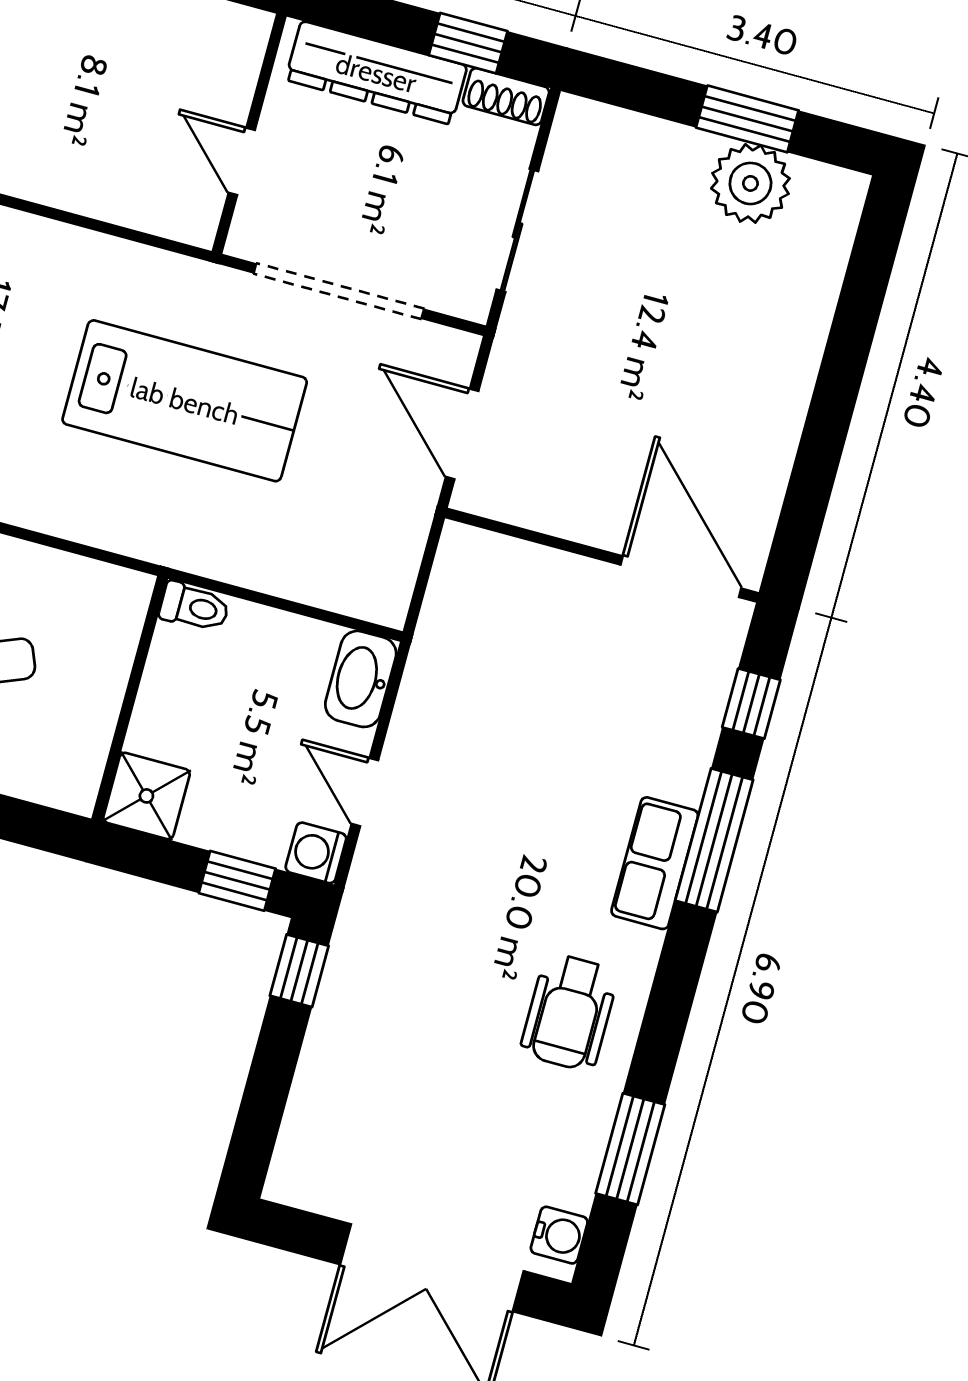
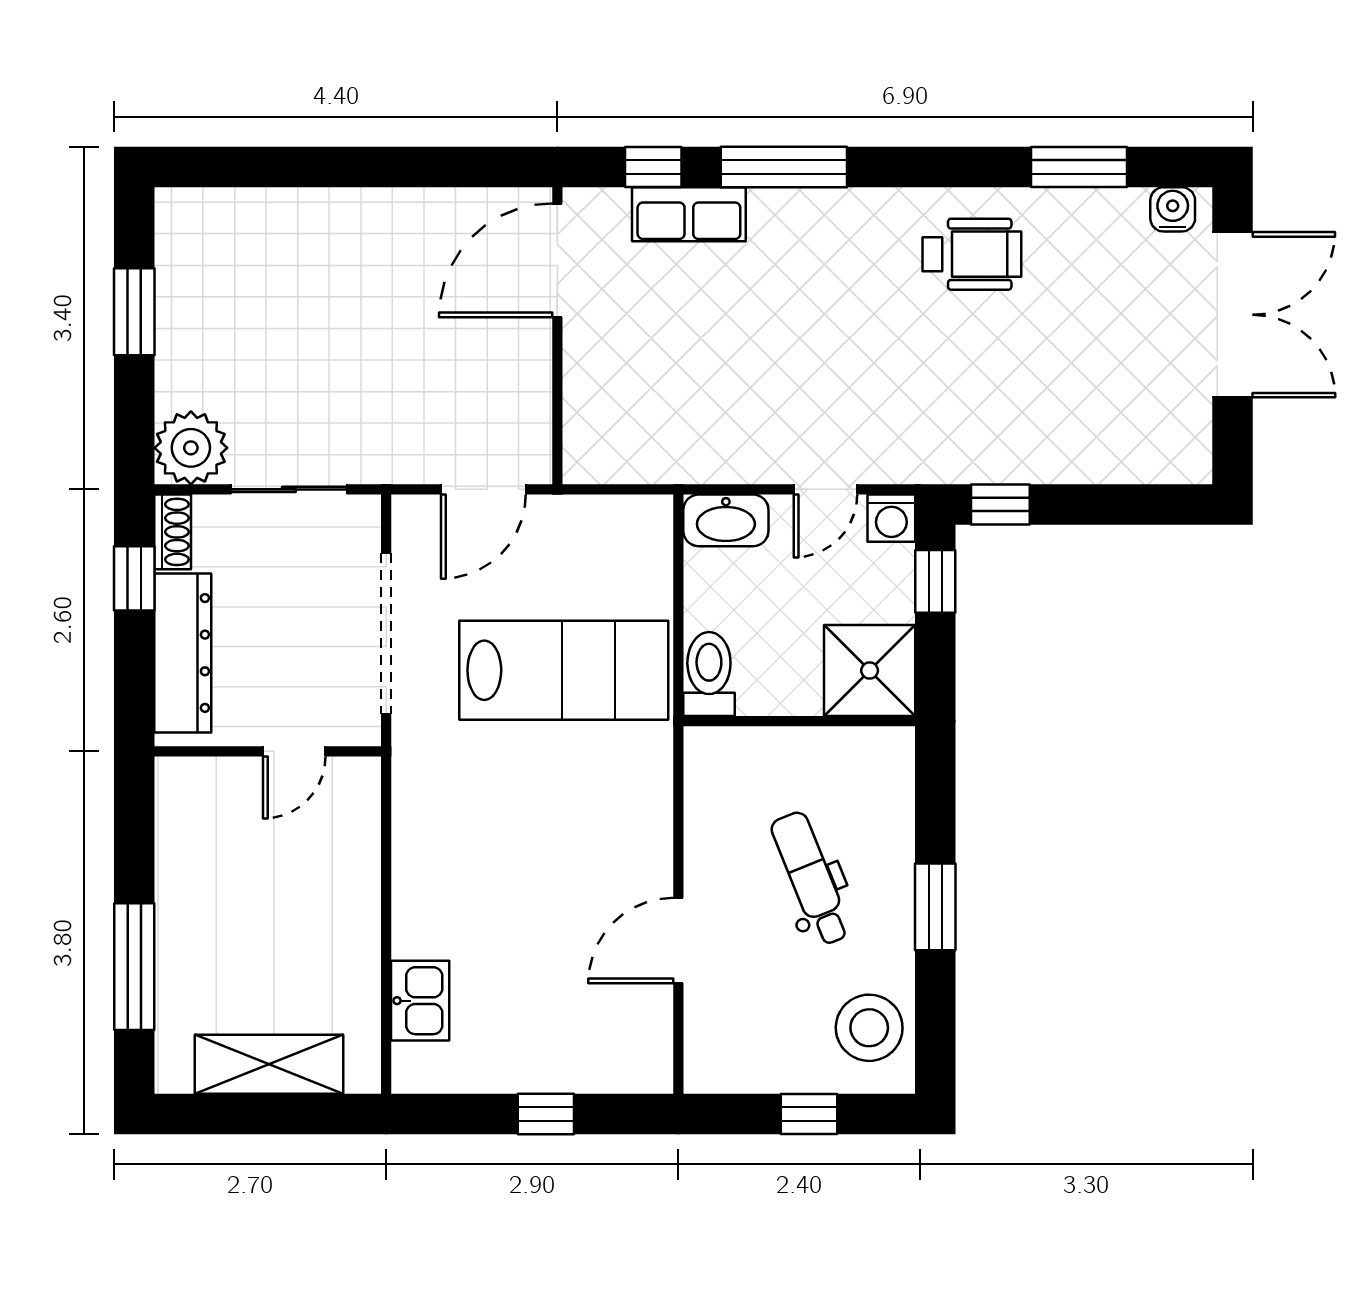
plant: (750, 183) -> (191, 448), moved
lab bench: (185, 401) -> (564, 670), moved, turned 90
toilet: (194, 607) -> (709, 674), width x1.37, depth x1.39
shower: (146, 796) -> (870, 671), width x1.36, depth x1.36
row of seats: (655, 863) -> (689, 214), moved

